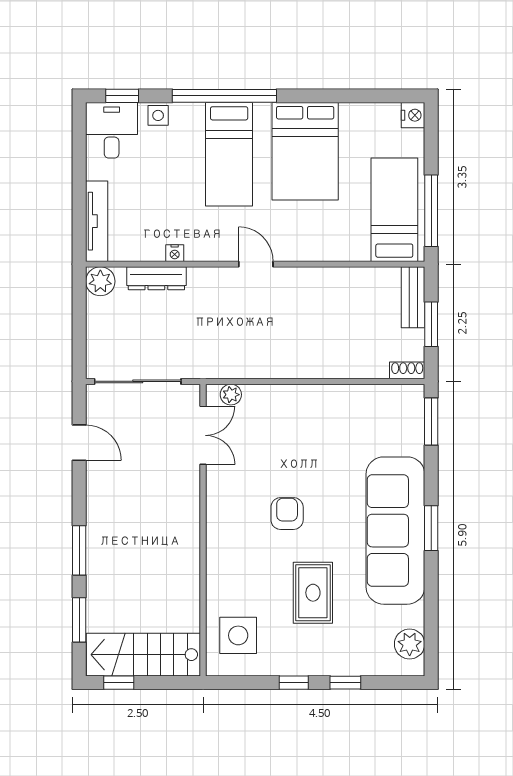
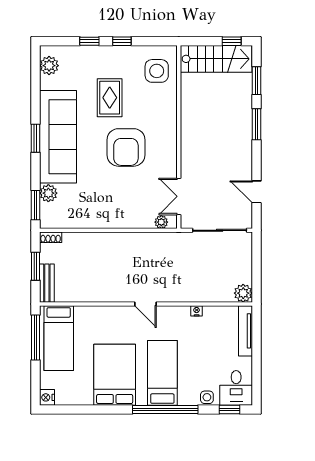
dresser: (156, 278) -> (208, 295), removed
plant: (411, 441) -> (48, 193), added
armchair: (287, 514) -> (126, 147), width x1.88, depth x1.88

